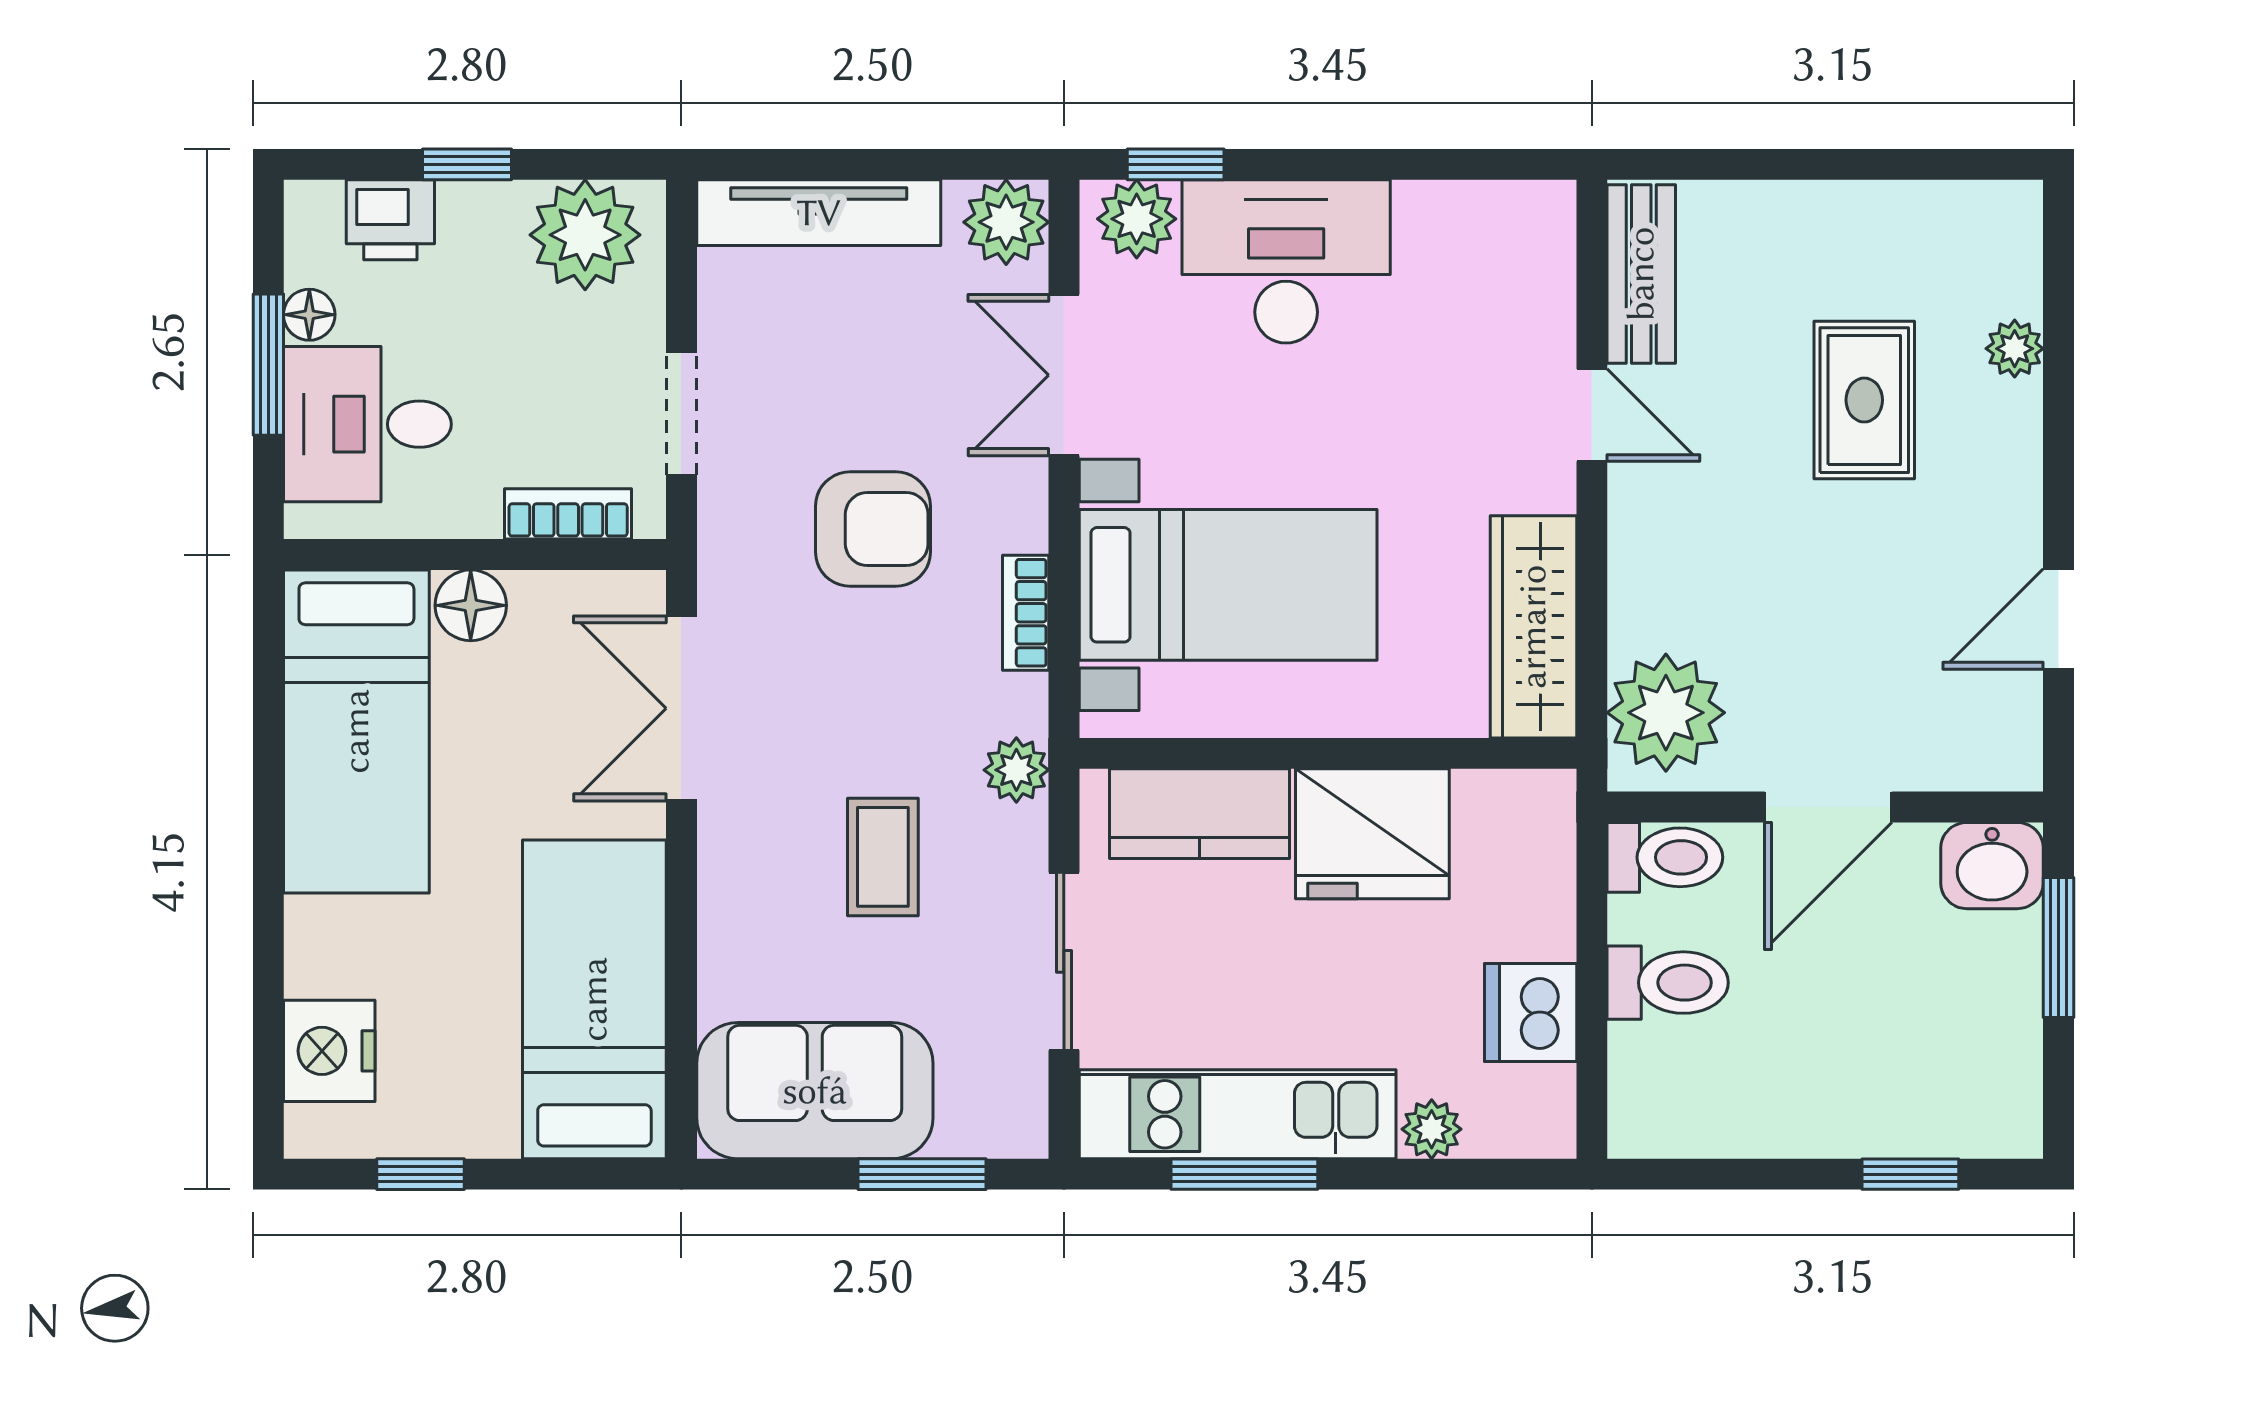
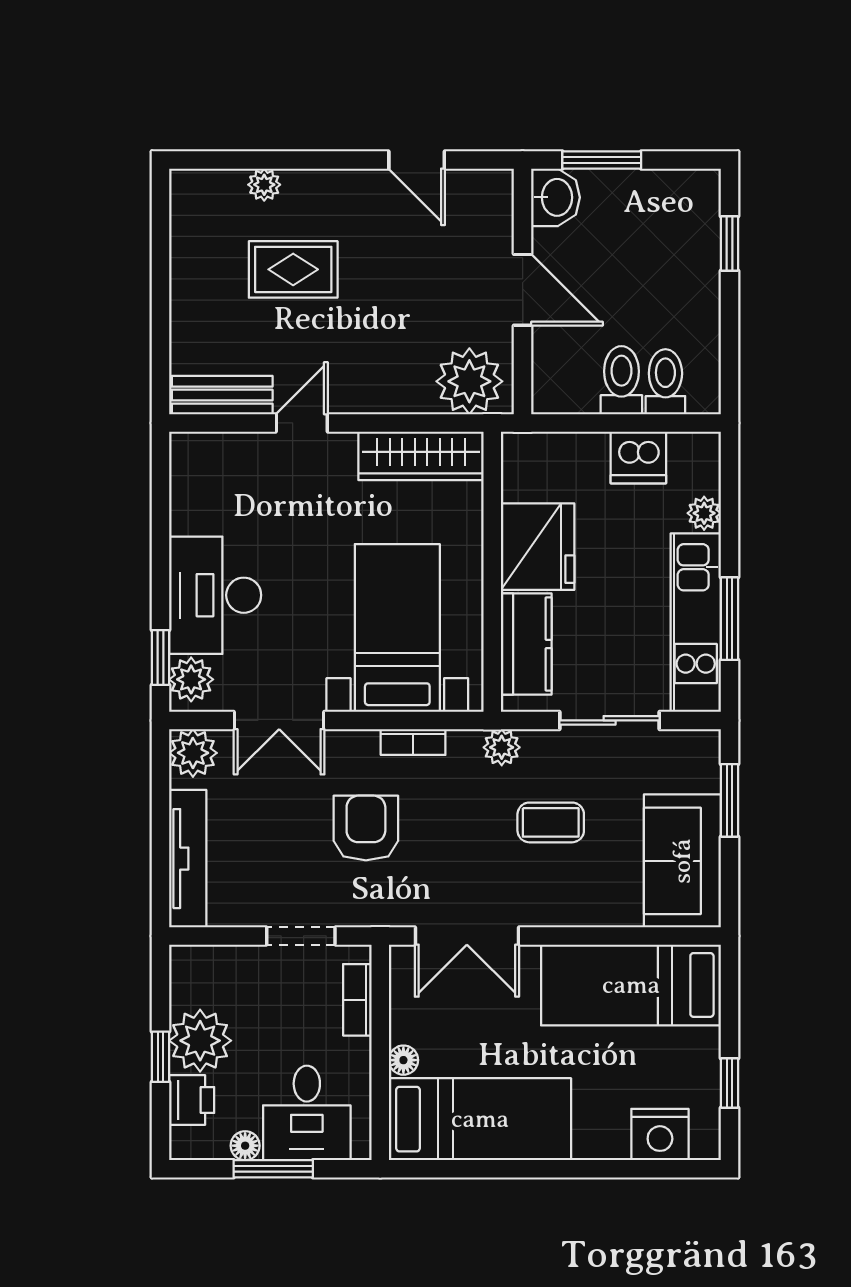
plant: (585, 235) -> (200, 1041), moved
floor lamp: (471, 605) -> (403, 1060), width x0.73, depth x0.73
toilet: (1665, 857) -> (665, 382), moved

